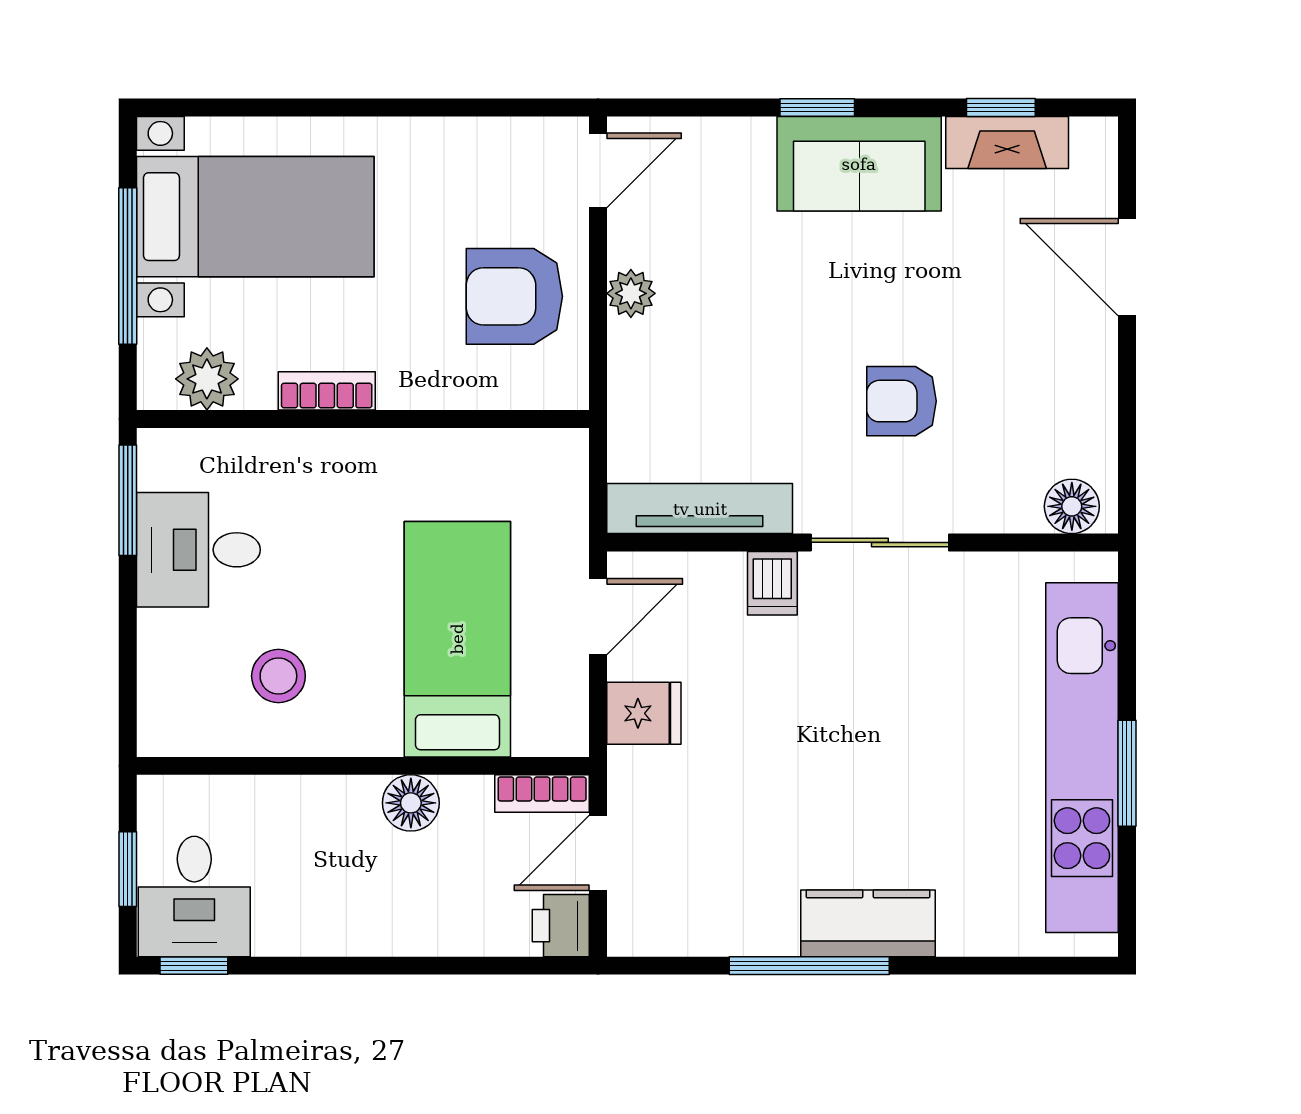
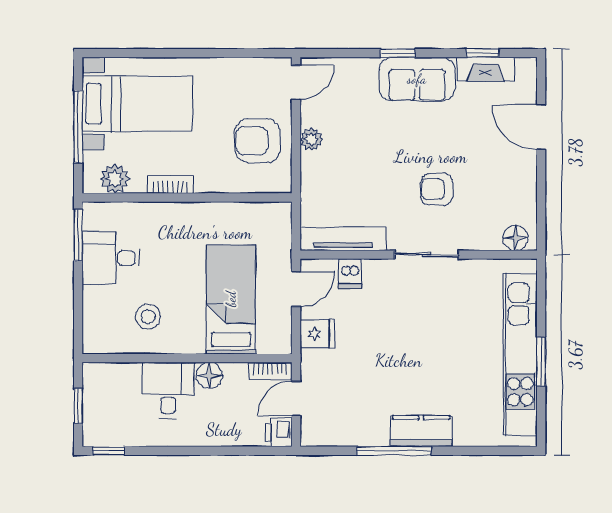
dishwasher: (772, 583) -> (350, 274), moved
desk: (194, 897) -> (168, 390), moved, turned 180

